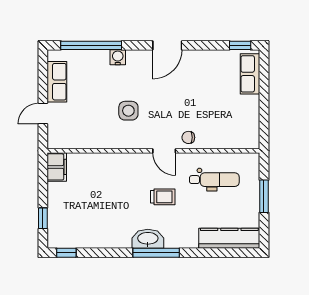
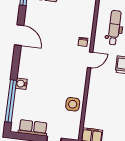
door: (167, 45) -> (19, 35), moved
side table: (128, 111) -> (73, 104), moved

